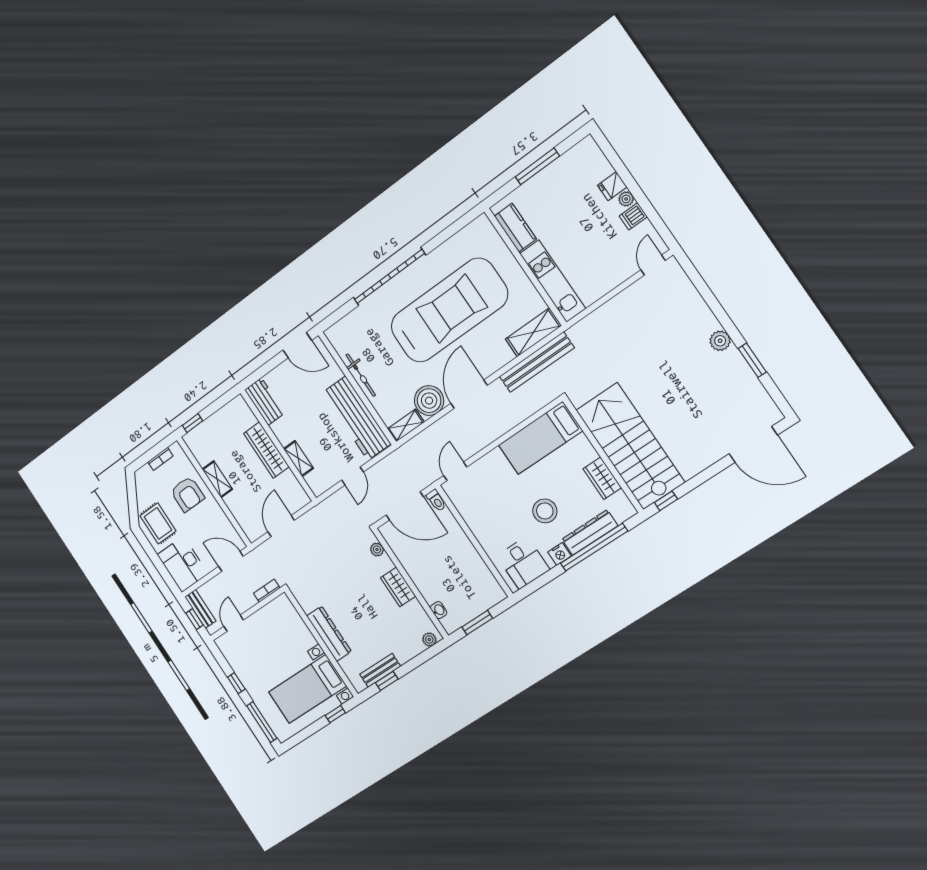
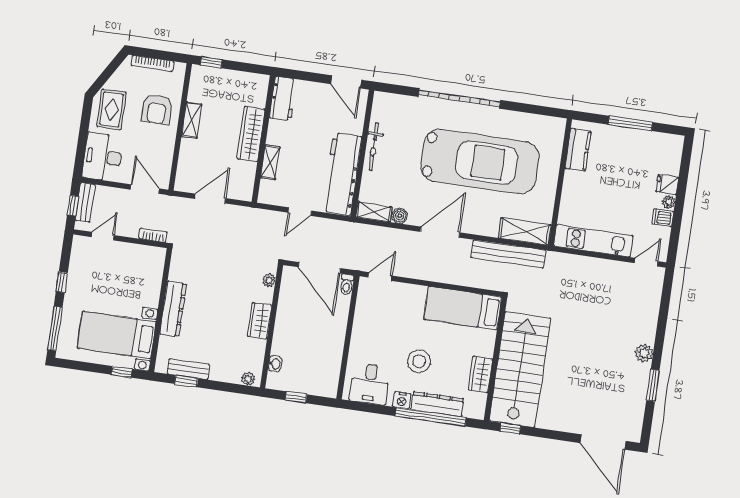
kitchen unit: (553, 281) -> (593, 241), moved, turned -90
boiler: (429, 401) -> (400, 216), width x0.54, depth x0.54
bookcase: (160, 459) -> (152, 64), width x1.56
window: (477, 623) -> (296, 397), width x0.67

